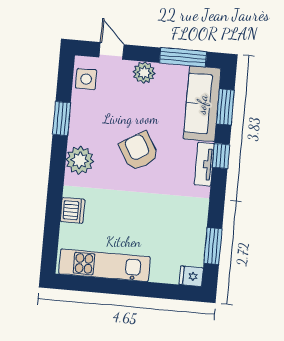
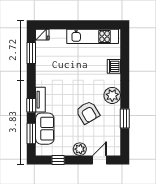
door: (111, 51) -> (100, 160), swing flipped
window: (183, 57) -> (58, 160), width x0.46
side table: (86, 79) -> (113, 142), removed
sofa: (202, 104) -> (45, 129), width x0.73
armchair: (139, 151) -> (88, 112), moved

